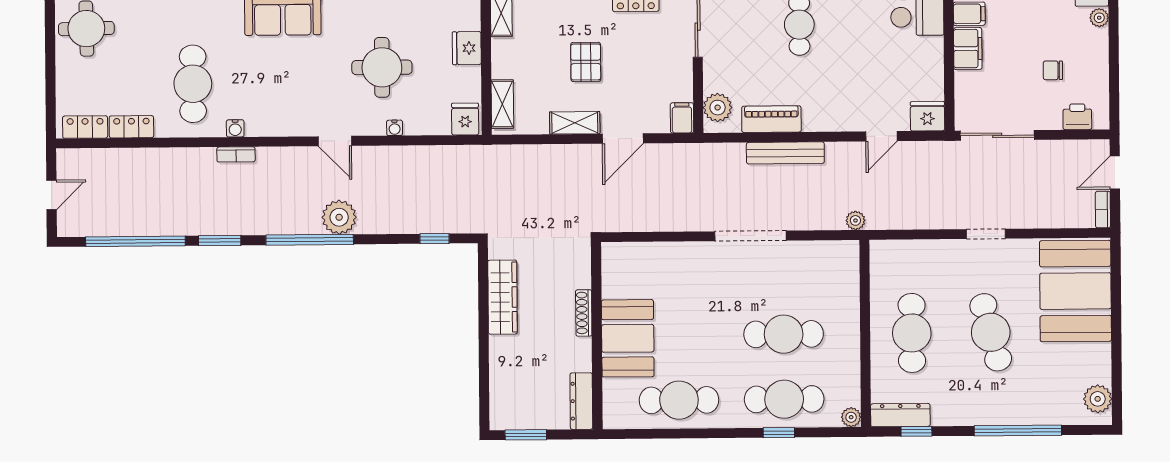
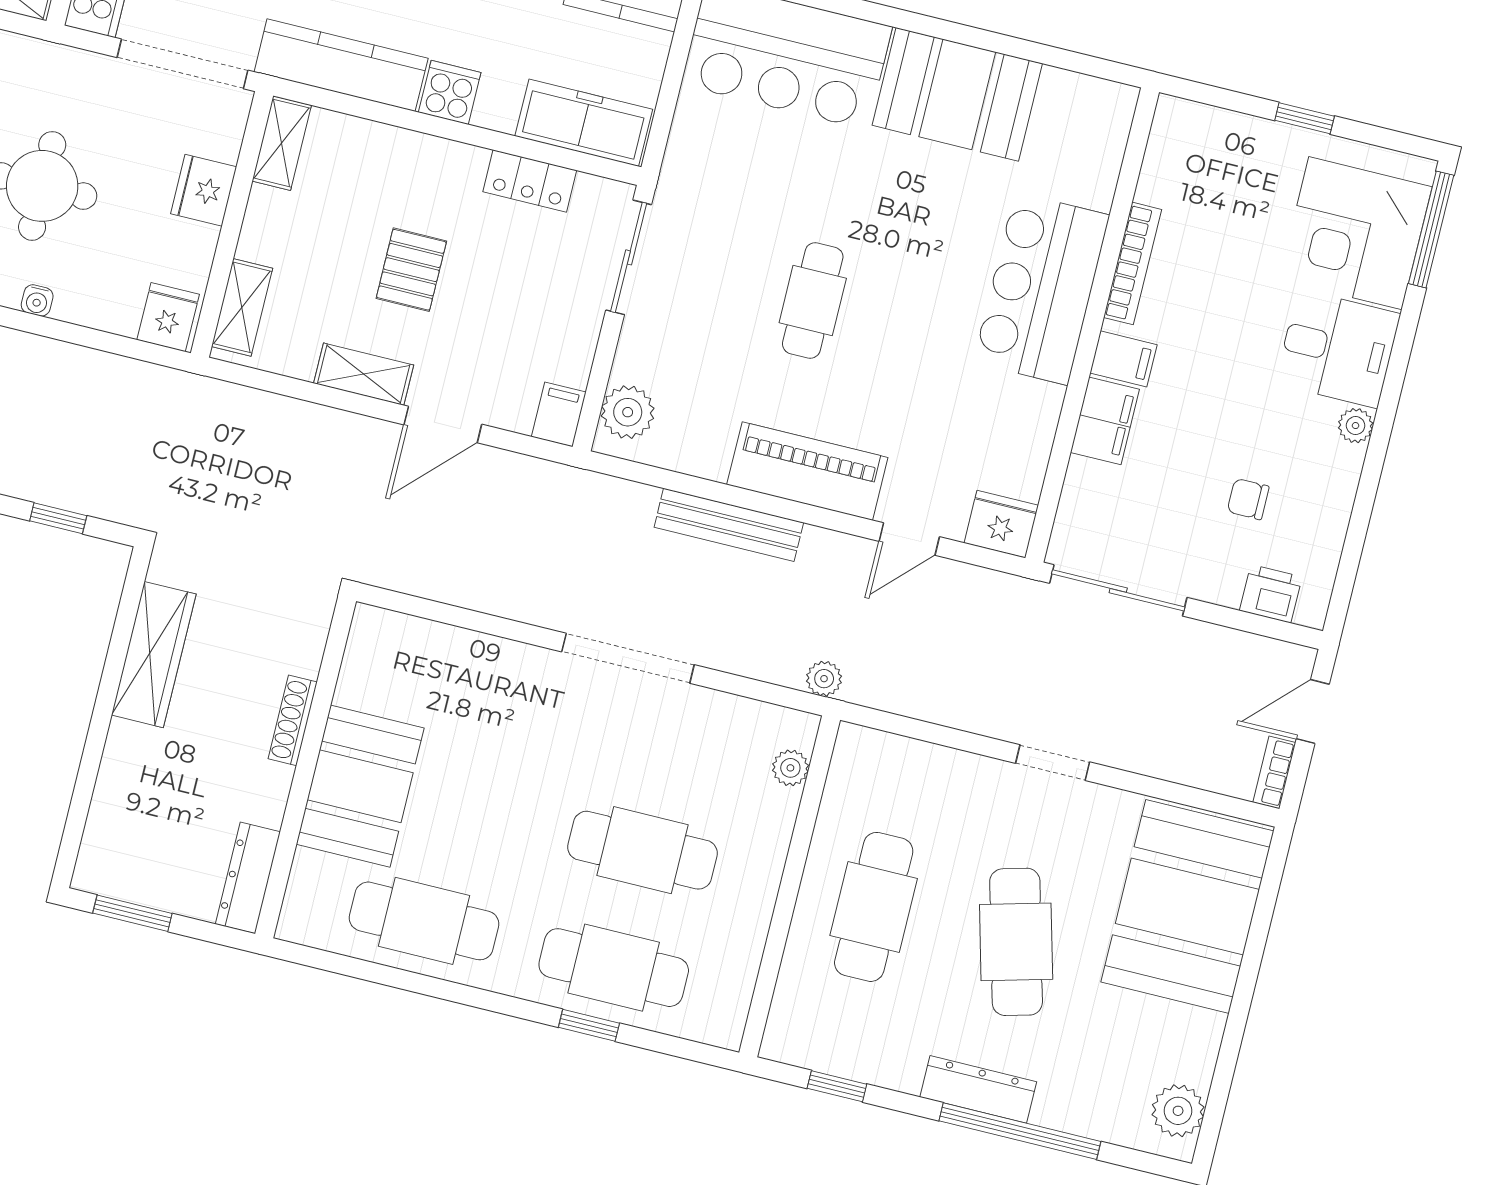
piano: (771, 119) -> (807, 471), moved, width x1.37, depth x1.33
dresser: (900, 415) -> (978, 1089), moved
plant: (851, 417) -> (790, 768), moved

